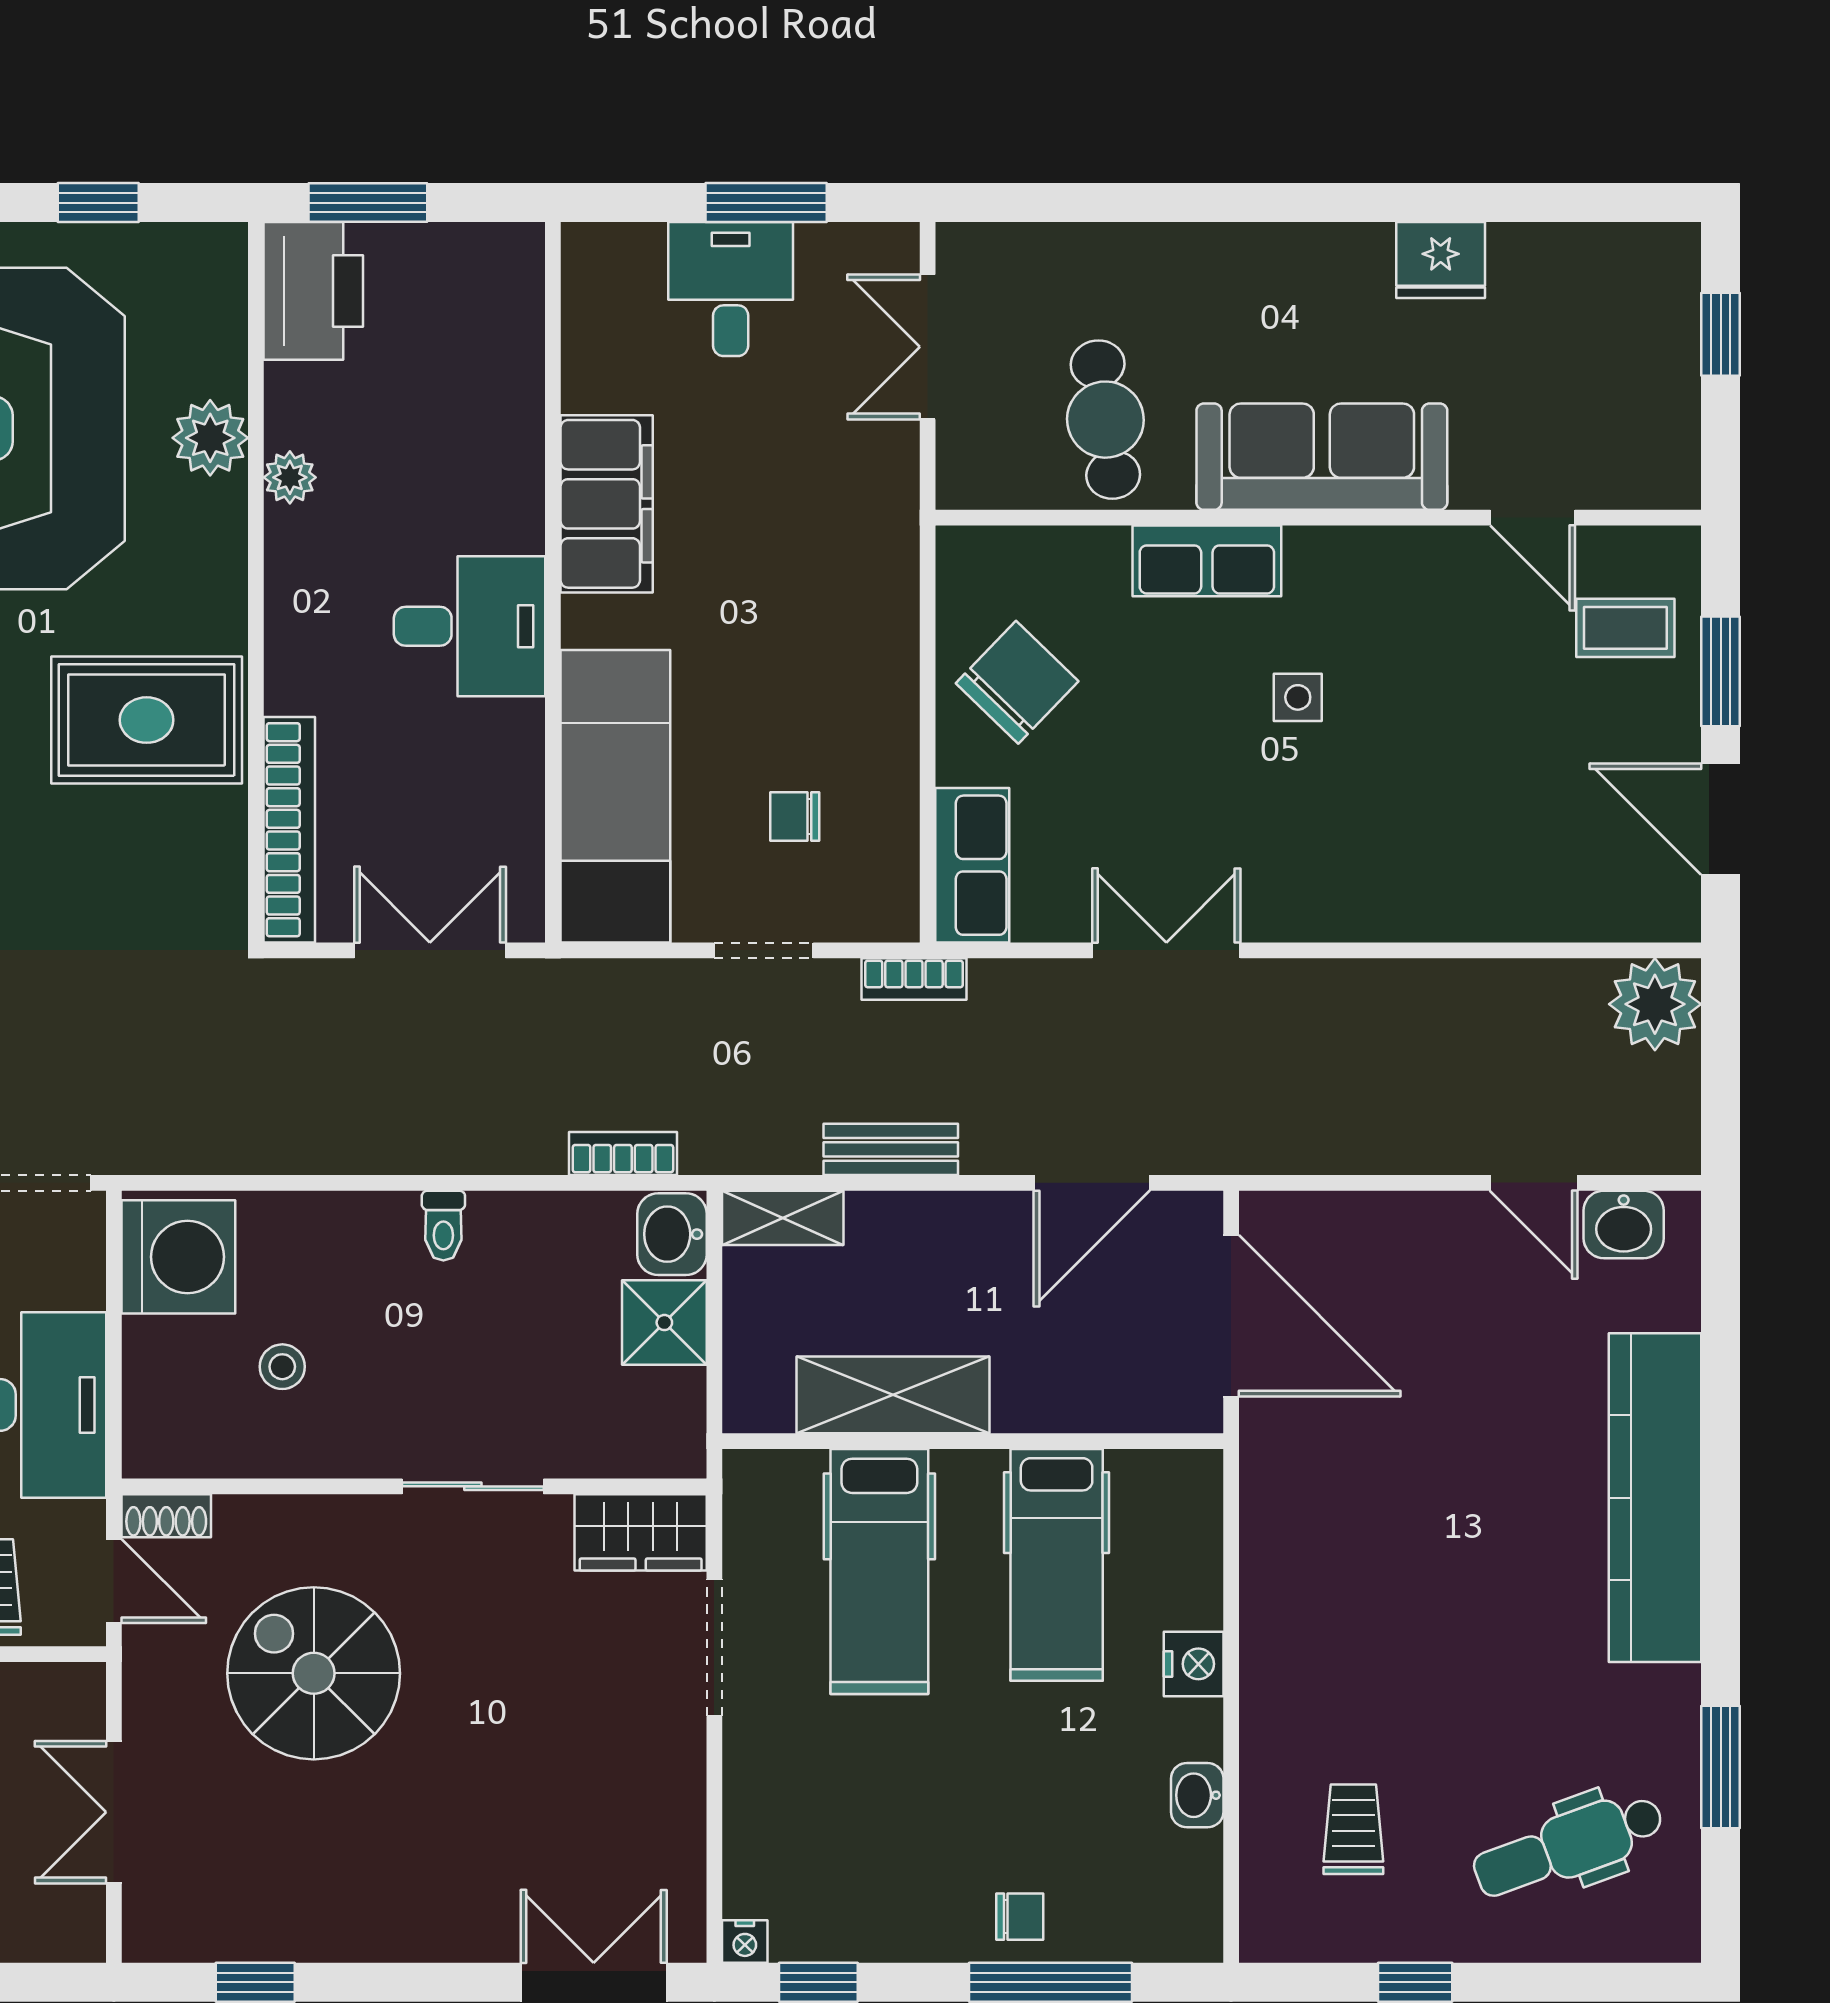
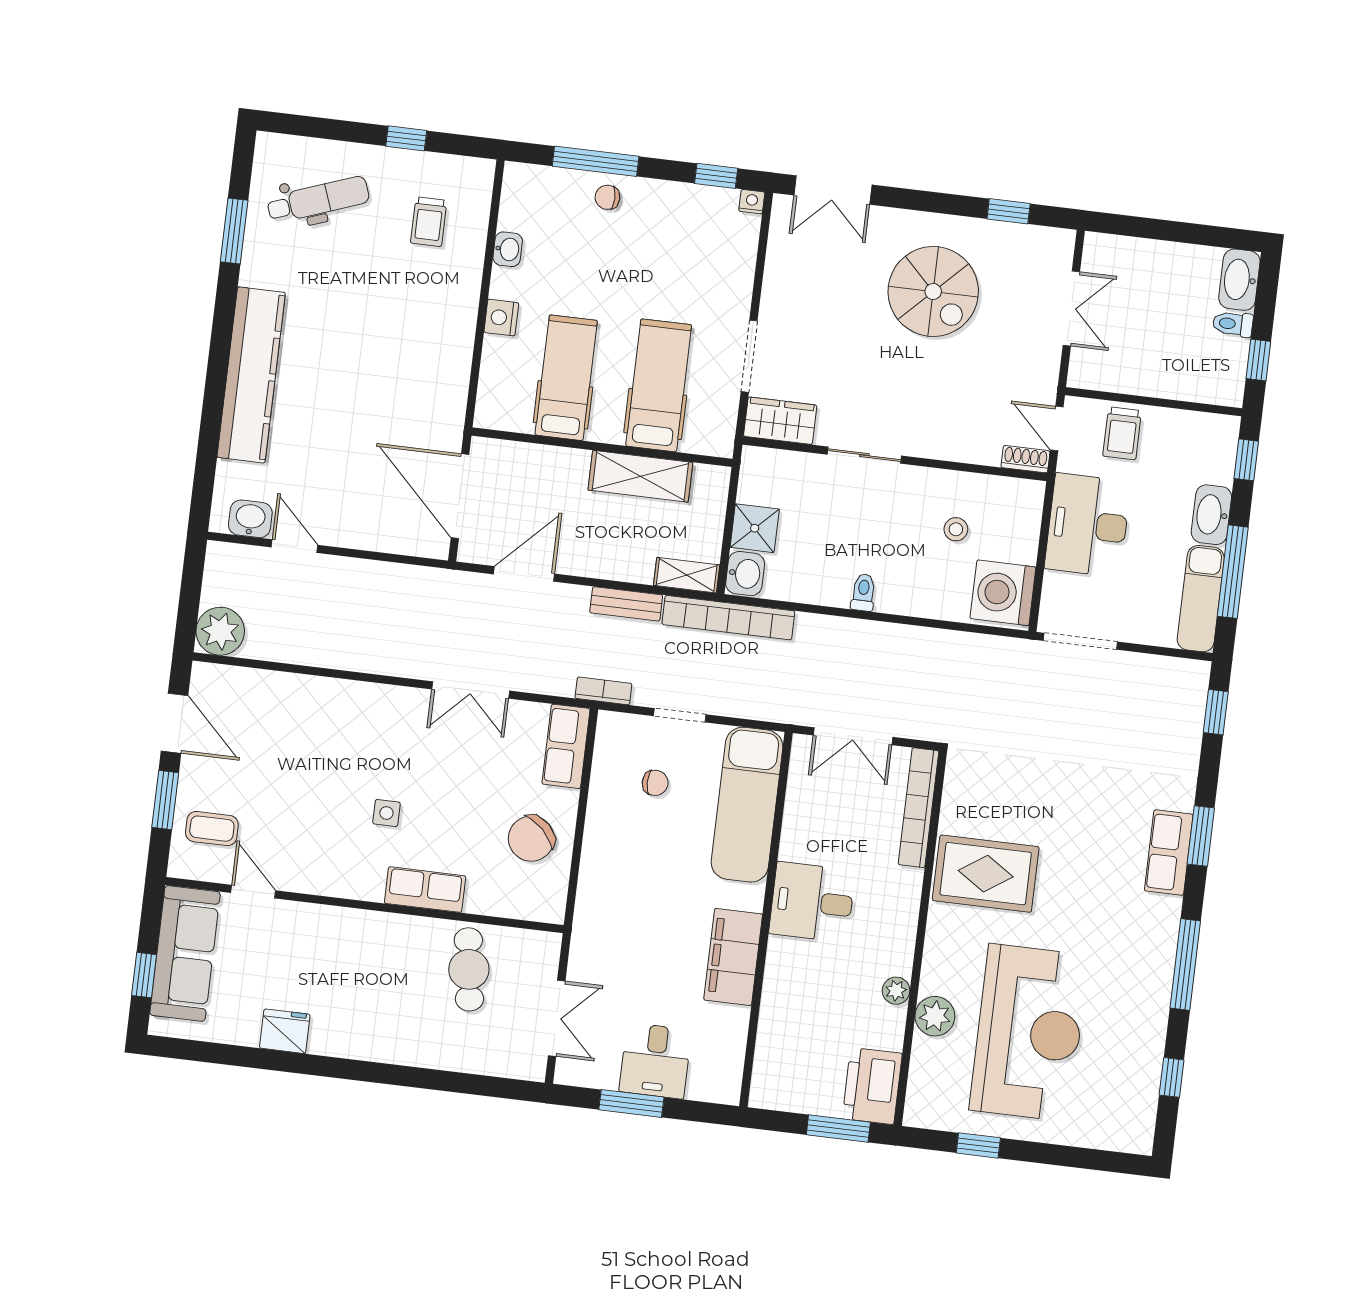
sofa: (1322, 457) -> (185, 953), moved, turned -90
bookcase: (623, 1153) -> (728, 618), width x2.31, depth x1.31
spiral stairs: (314, 1673) -> (933, 292), moved

